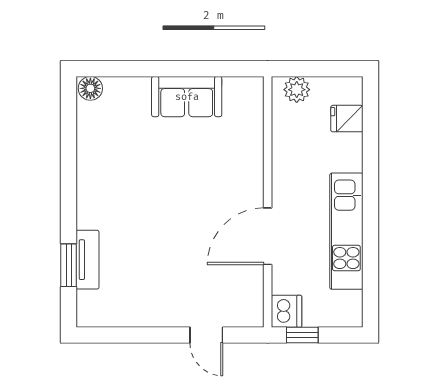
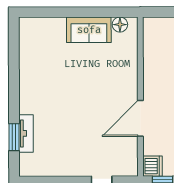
floor lamp: (90, 88) -> (120, 25), moved
plant: (297, 90) -> (159, 25), removed

